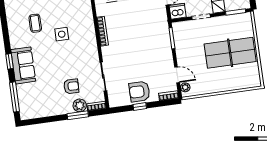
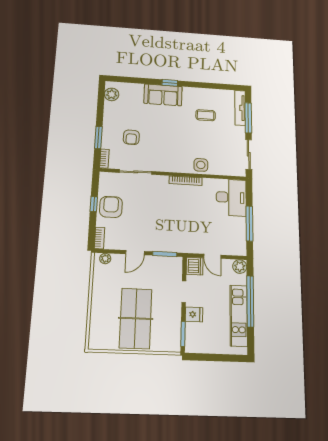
side table: (62, 34) -> (201, 165), moved
door: (177, 75) -> (135, 253), moved
window: (15, 97) -> (131, 80), removed
plant: (80, 105) -> (112, 94), moved

